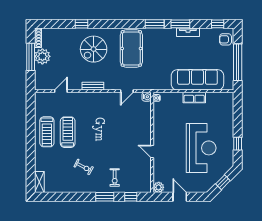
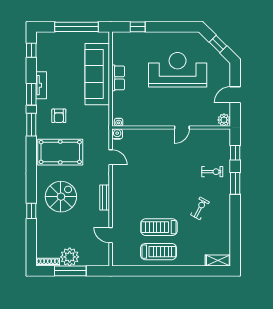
armchair: (226, 39) -> (59, 116), moved
spiral stairs: (94, 49) -> (61, 197), turned -90
window: (238, 144) -> (138, 27), moved

